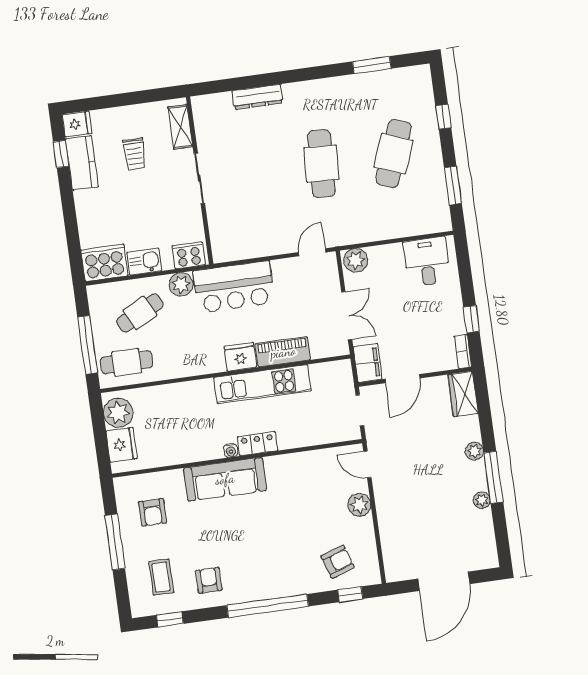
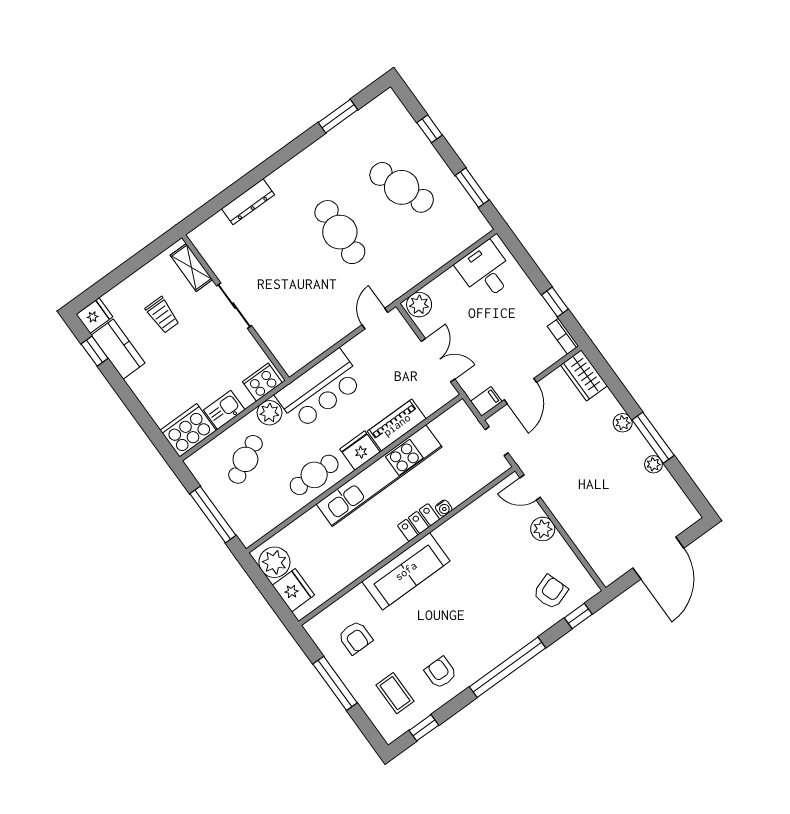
cafe table: (393, 154) -> (402, 187), turned -42
cafe table: (127, 362) -> (314, 475), moved
filing cabinet: (368, 363) -> (486, 401), width x0.50
kitchen unit: (262, 384) -> (379, 476), width x1.36
water cooler: (231, 450) -> (444, 508), moved

